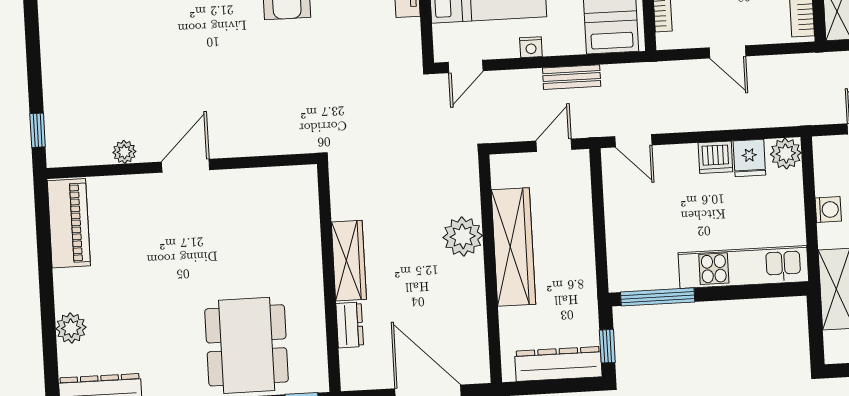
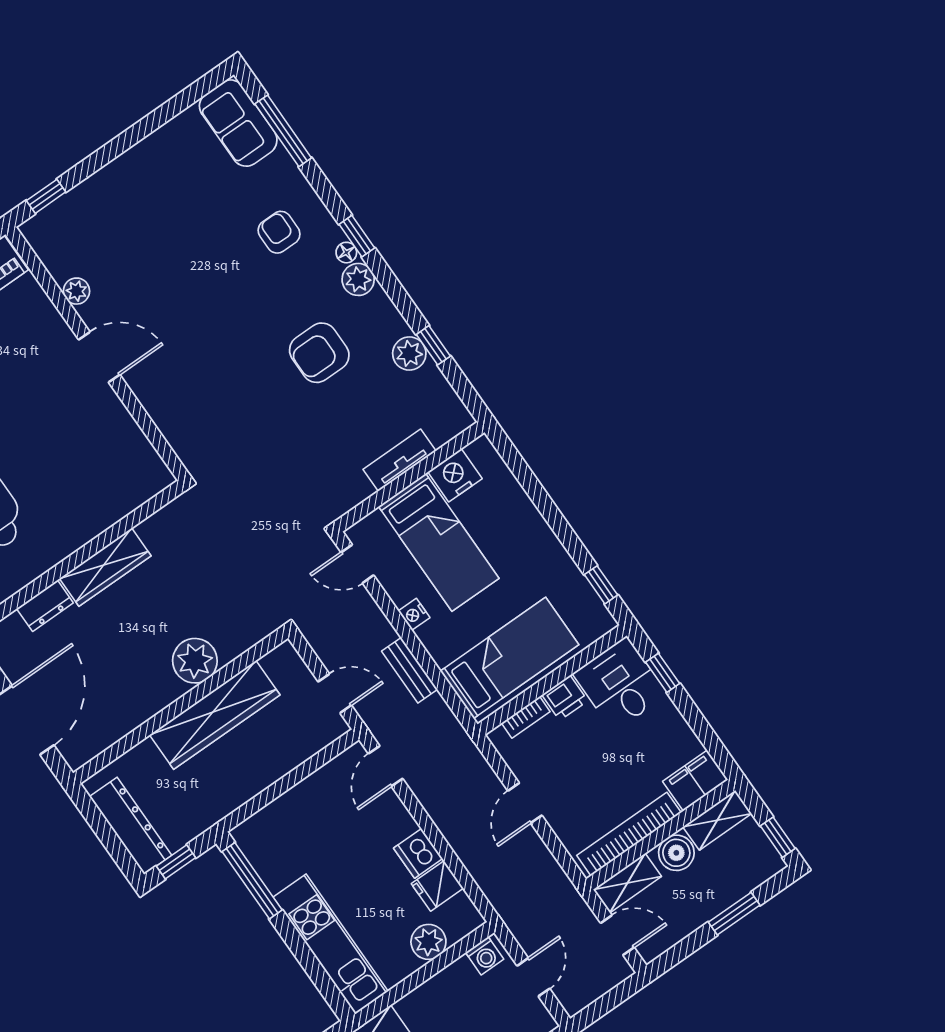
plant: (786, 154) -> (428, 942), moved
washing machine: (828, 210) -> (485, 956), moved

